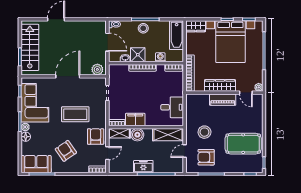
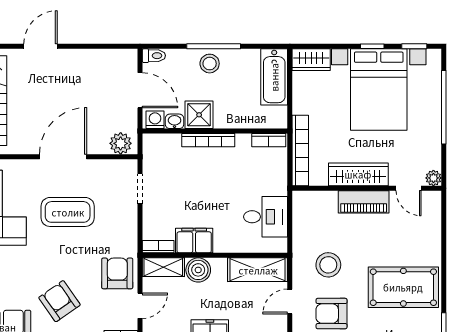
washing machine: (160, 57) -> (155, 120), moved
coffee table: (75, 114) -> (68, 212), moved

